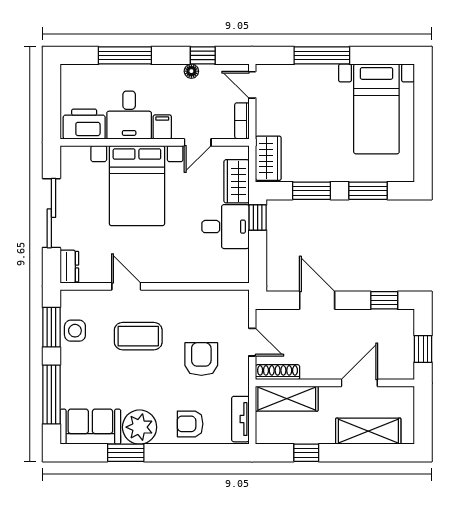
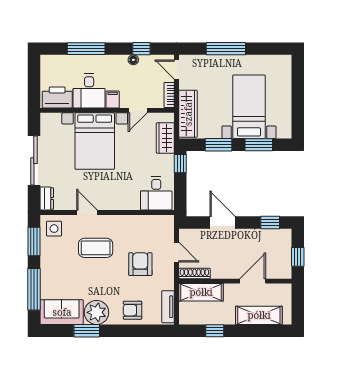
bed with nightstands: (376, 109) -> (249, 107), moved, turned 180
wardrobe: (268, 158) -> (188, 114), width x1.50
desk: (225, 227) -> (156, 193), moved, turned 90
side table: (75, 331) -> (54, 229), moved

